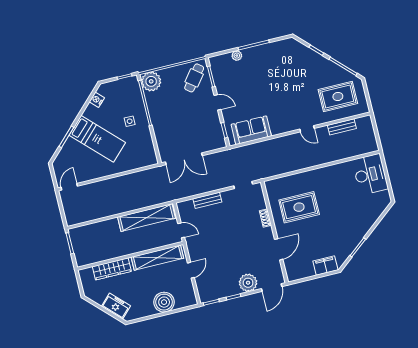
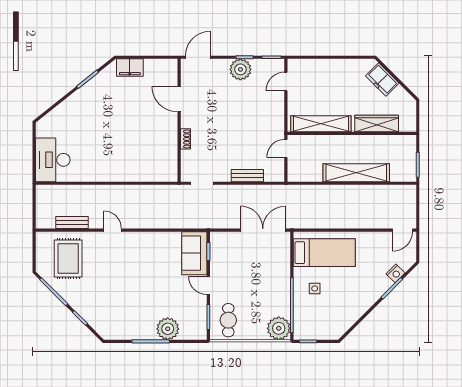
plant: (237, 56) -> (168, 329), width x1.87, depth x1.87
cafe table: (194, 78) -> (228, 320), turned -38
rug: (338, 97) -> (68, 259), turned 90
nightstand: (97, 100) -> (395, 273), moved
sofa: (251, 130) -> (194, 253), moved, turned 90
bed: (97, 139) -> (324, 253), moved, turned 135
rug: (299, 207) -> (144, 142), removed
shelving: (146, 218) -> (356, 173), moved
door: (181, 230) -> (286, 148), hinge flipped
door: (279, 249) -> (179, 99), hinge flipped
door: (191, 270) -> (286, 82), moved
plant: (248, 283) -> (240, 69), moved
boiler: (164, 302) -> (326, 71), removed

